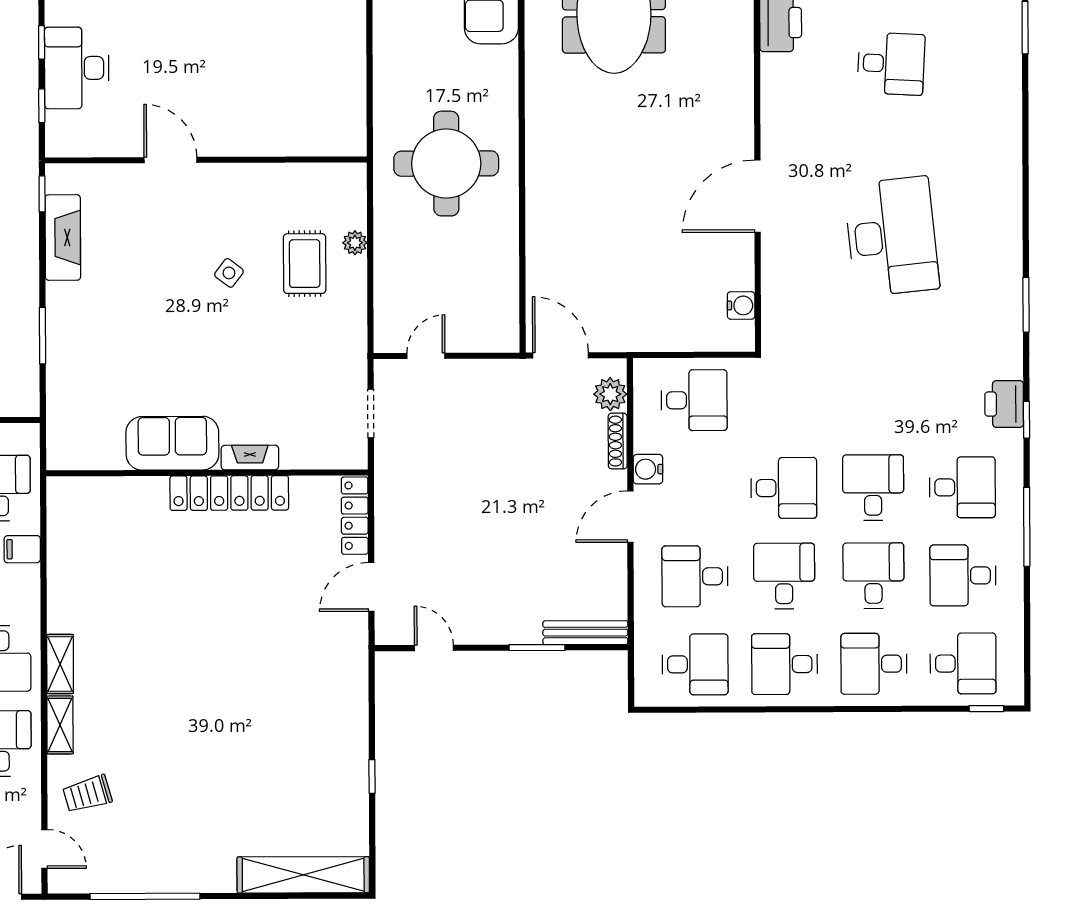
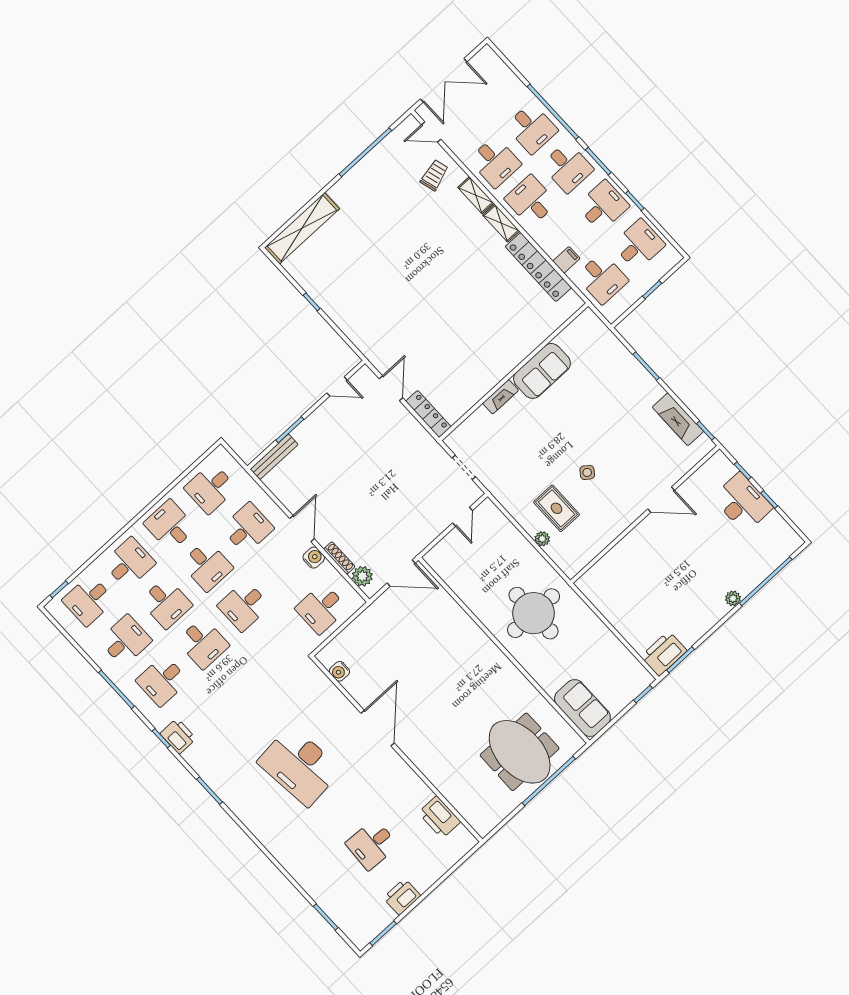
locker: (229, 493) -> (538, 267), moved, turned -90
desk: (784, 664) -> (170, 525), turned -90

